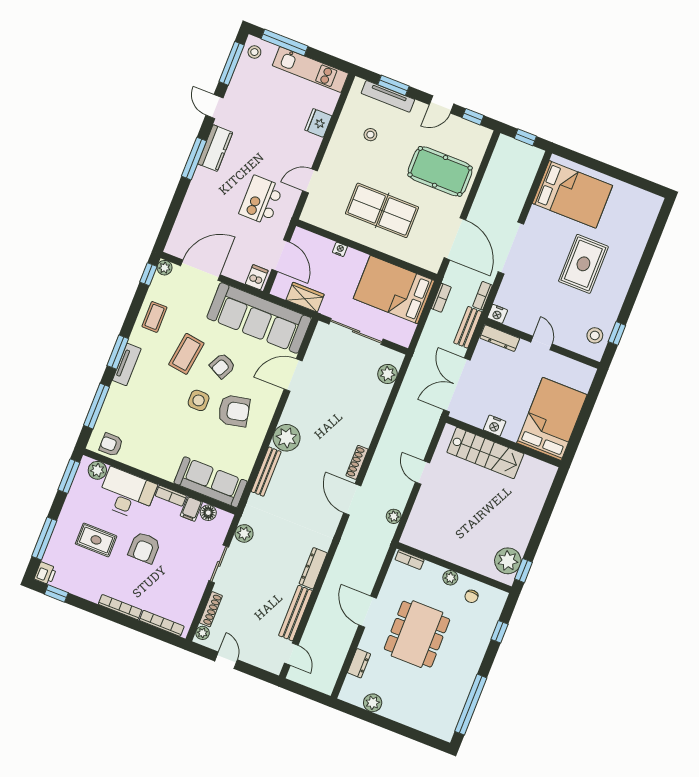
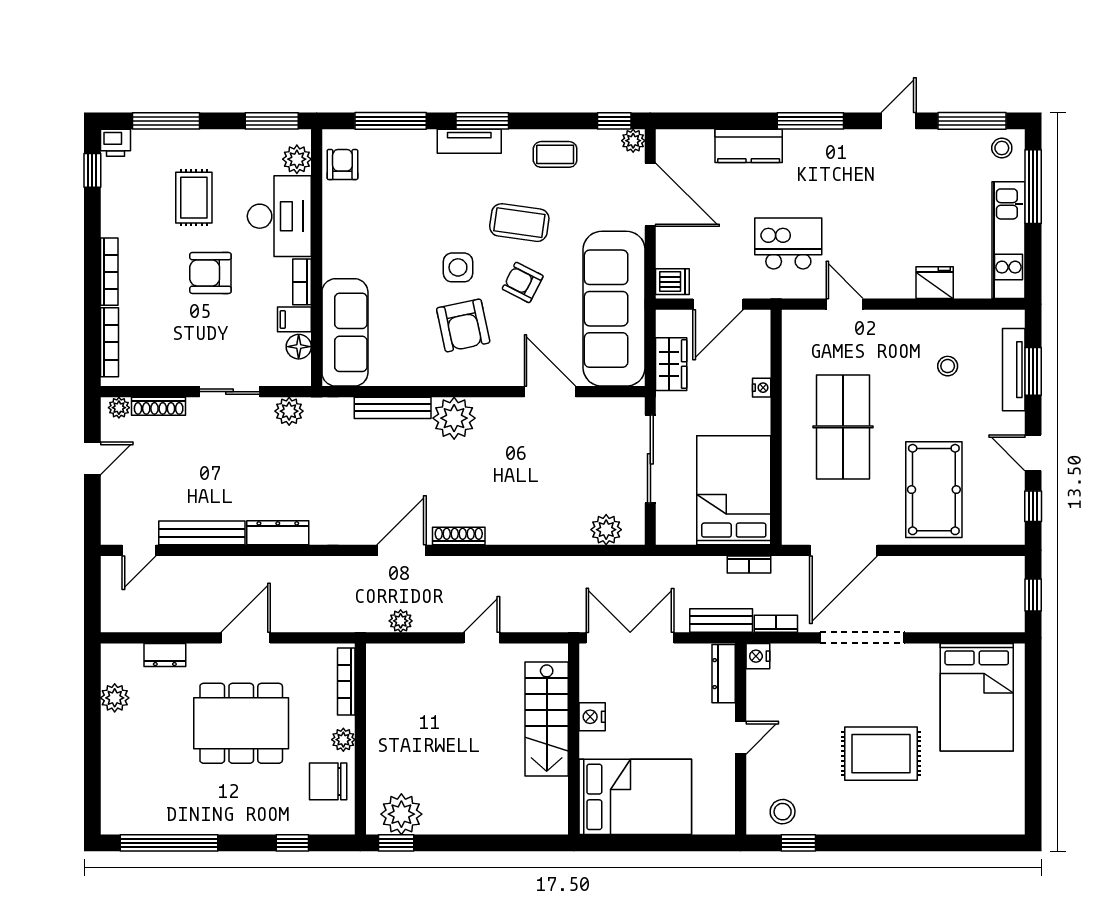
kitchen counter: (215, 148) -> (749, 146), moved
bookcase: (410, 560) -> (346, 681), width x1.56
chair: (471, 596) -> (328, 781), width x1.87, depth x1.87

